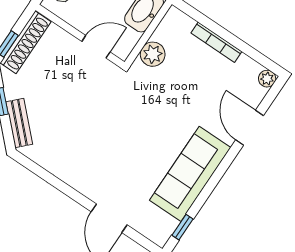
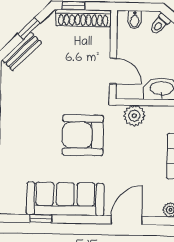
armchair: (139, 117) -> (83, 135), added
window: (182, 227) -> (41, 219), moved

